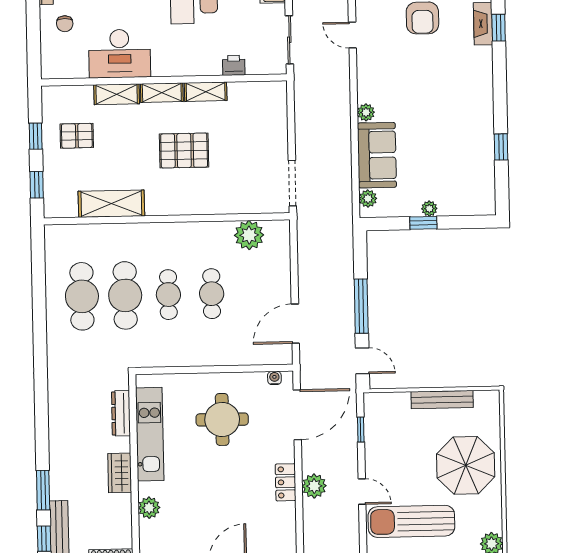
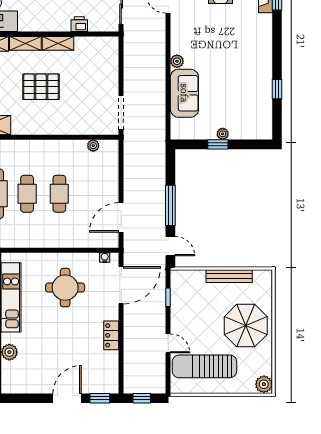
plant: (368, 198) -> (177, 125), removed
plant: (249, 235) -> (93, 146), width x0.53, depth x0.53
plant: (314, 486) -> (133, 339), removed

